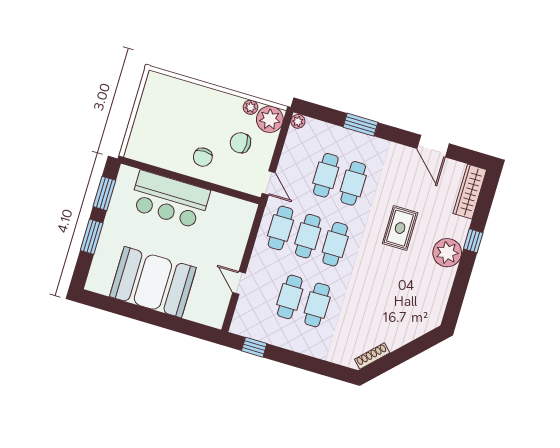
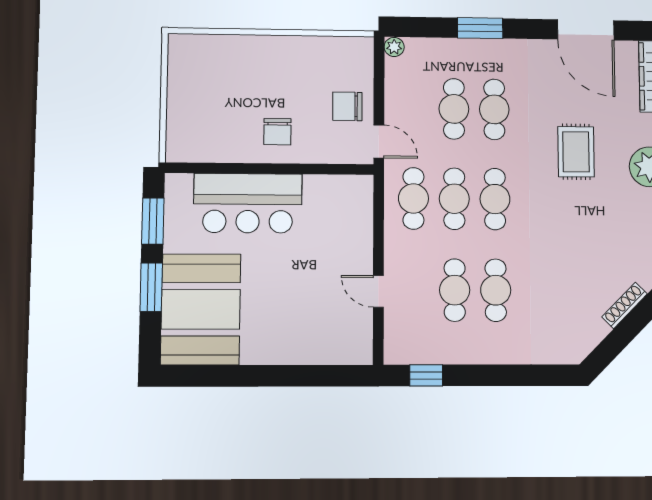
plant: (251, 107) -> (324, 46), removed
plant: (270, 119) -> (355, 55), removed
chair: (240, 143) -> (347, 106), moved
door: (433, 146) -> (586, 30), width x1.36
booth: (153, 282) -> (201, 309), moved, turned 90
shoe rack: (372, 356) -> (625, 305), moved

